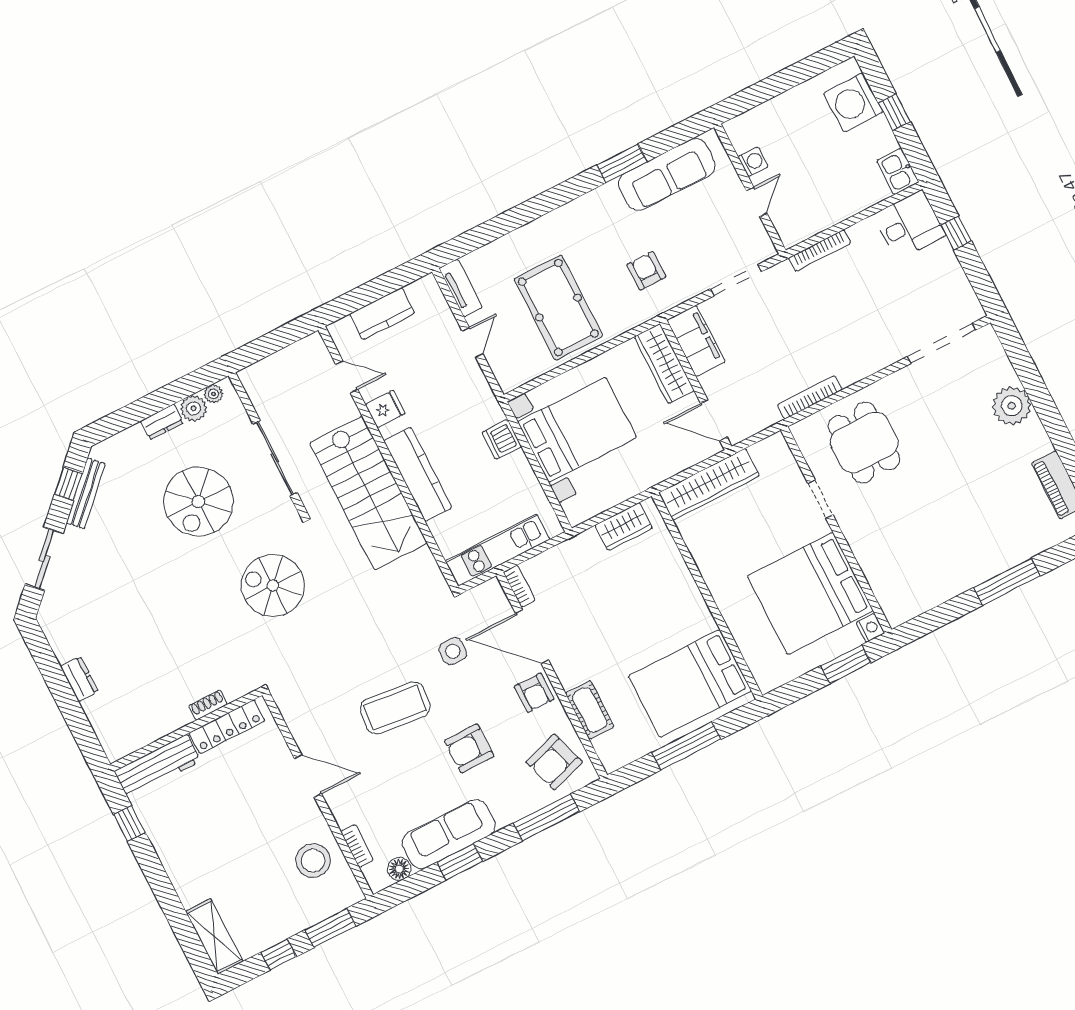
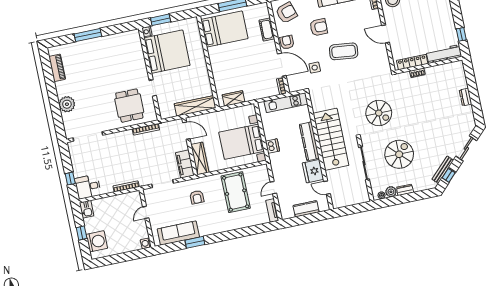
washing machine: (753, 162) -> (146, 243), moved
fridge: (385, 409) -> (313, 171), width x1.88, depth x1.34

